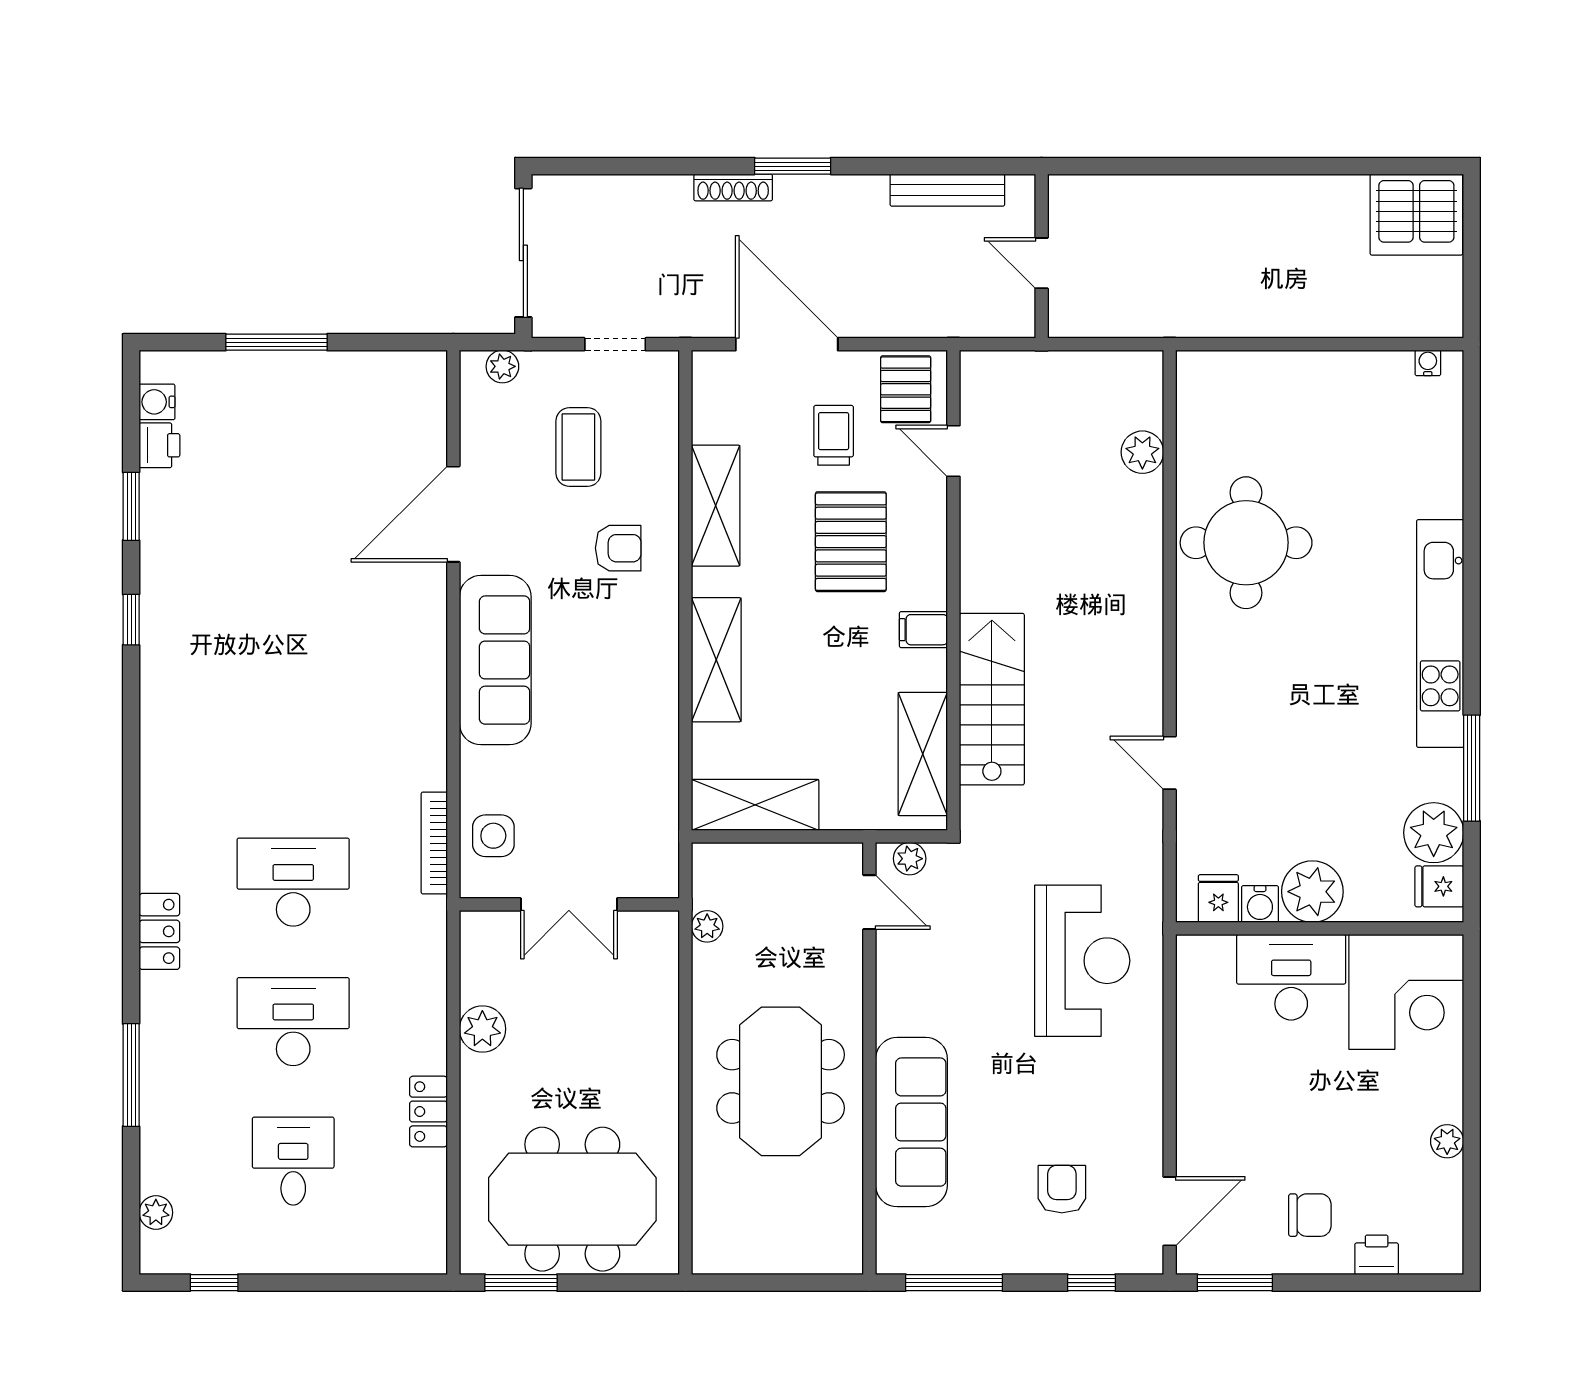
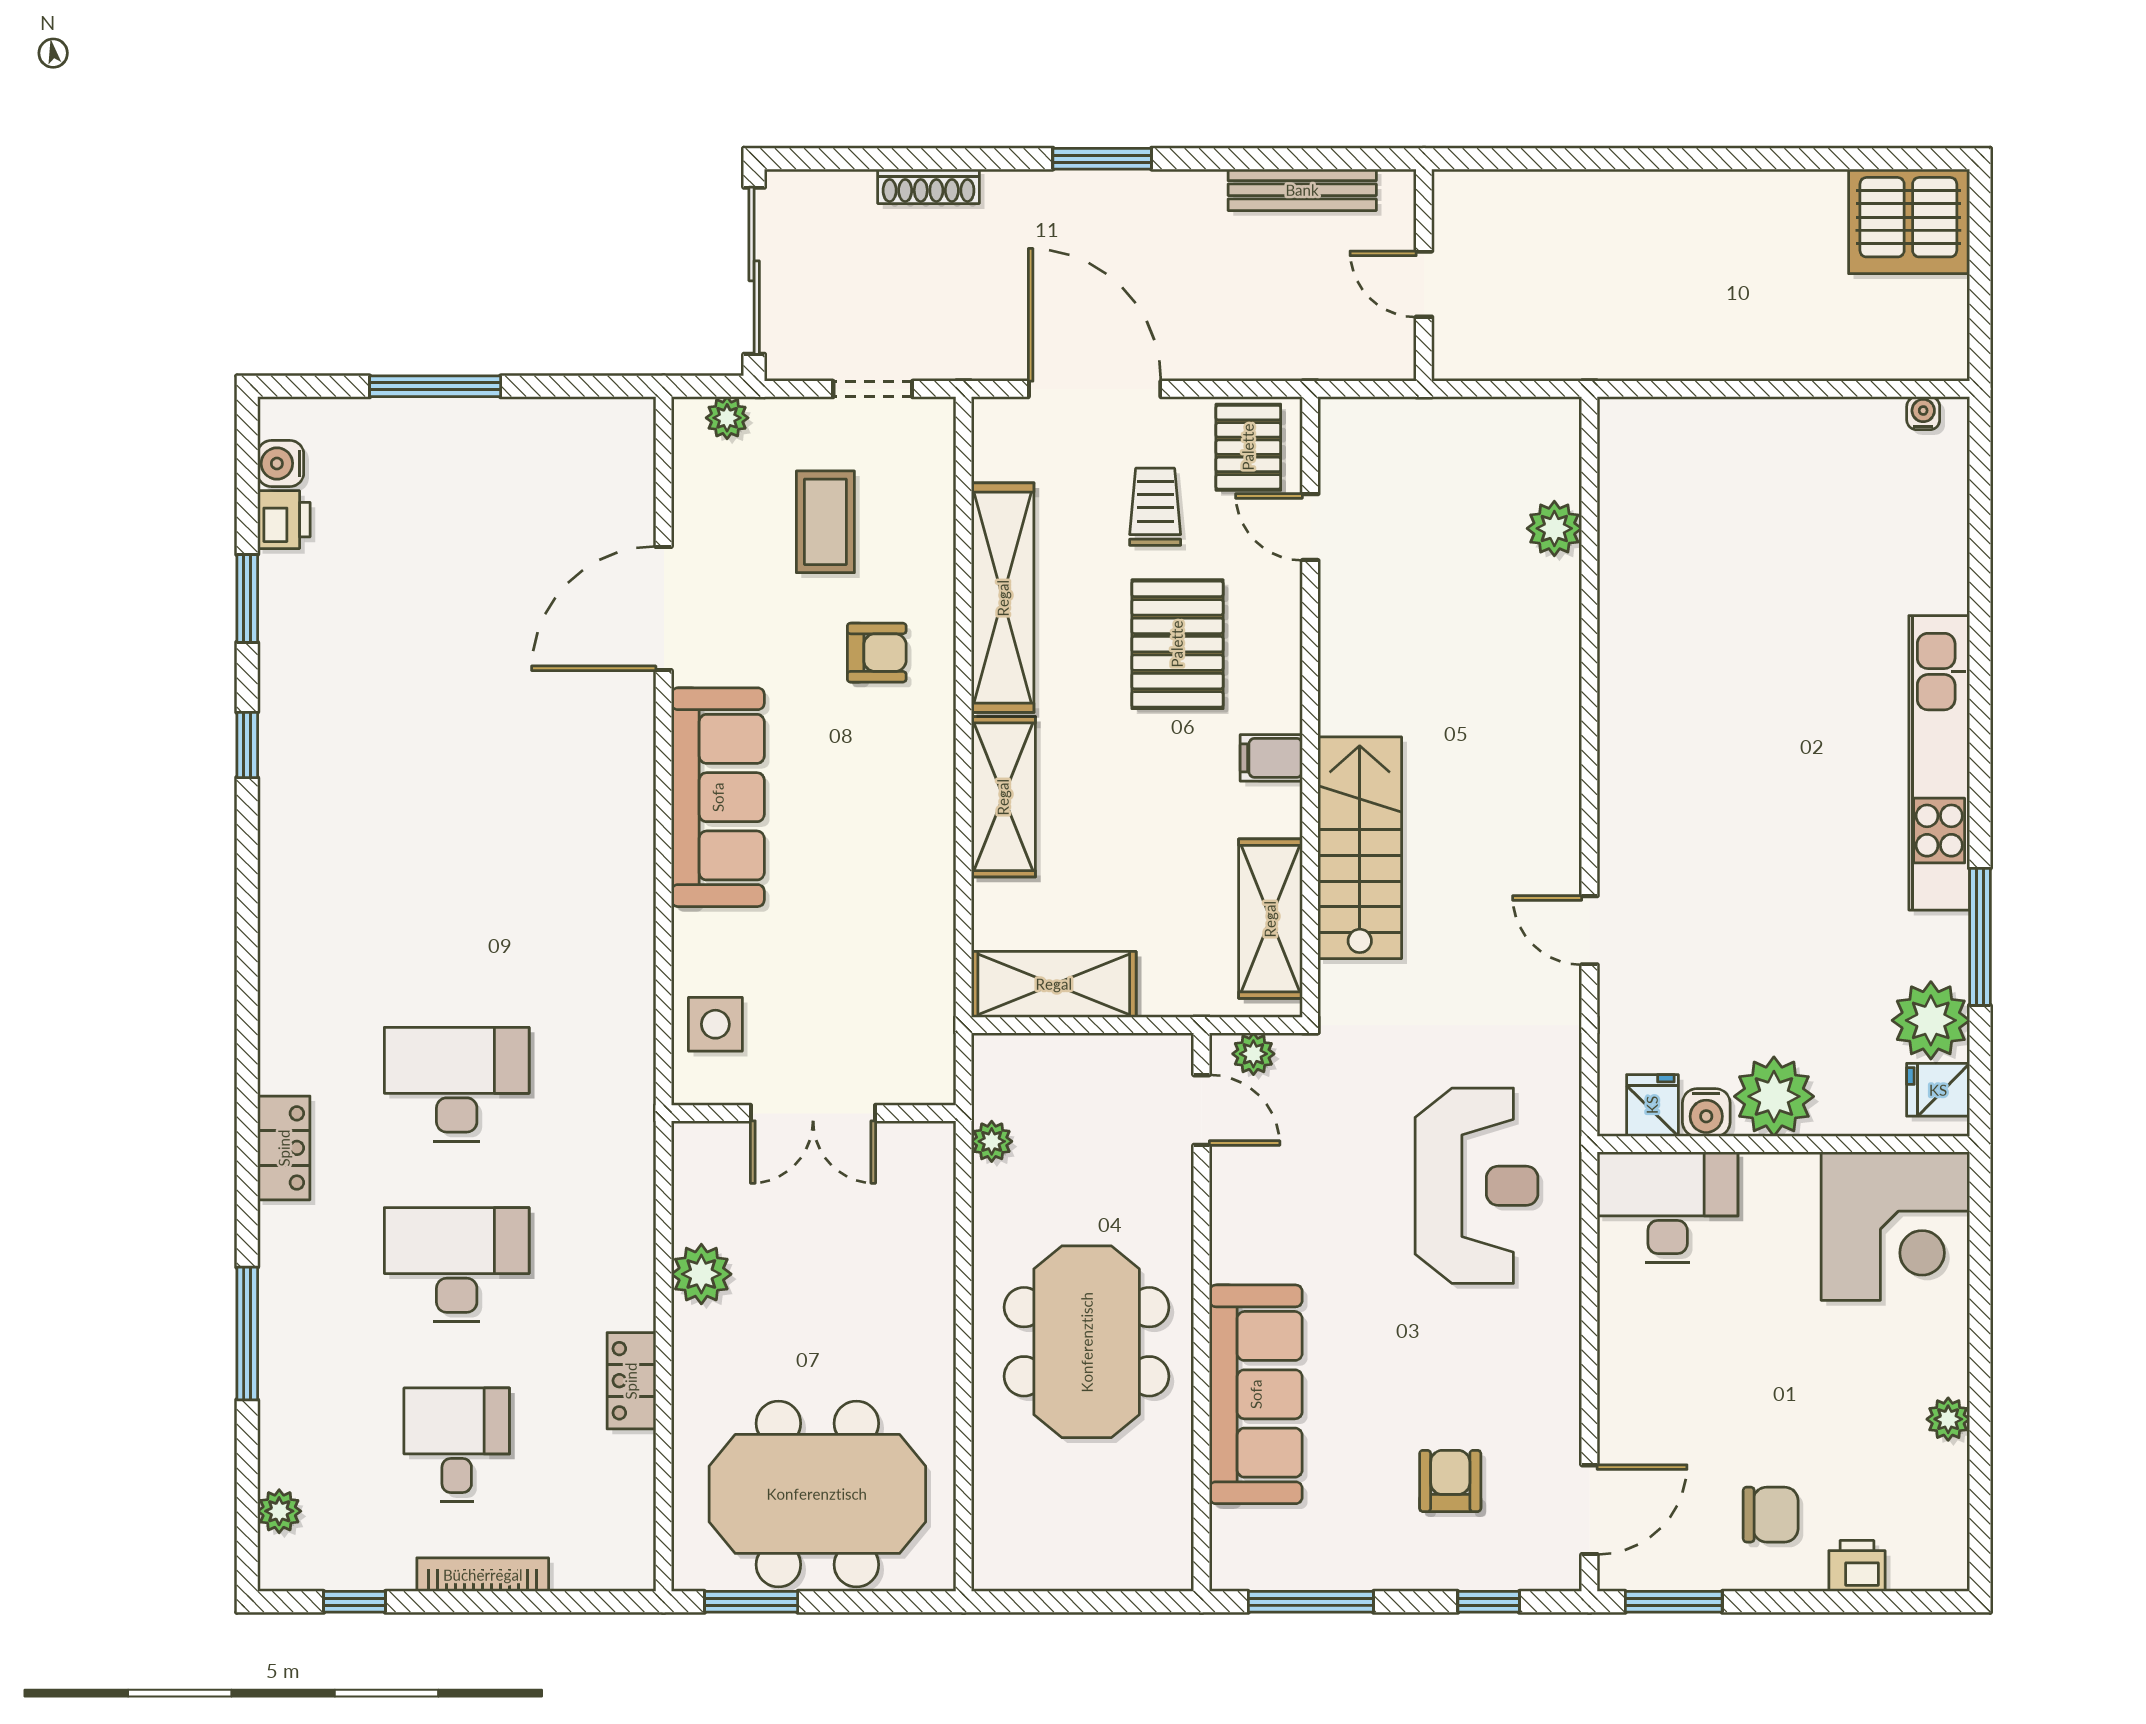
shoe rack: (733, 187) -> (929, 186), moved
shelving: (716, 506) -> (1003, 598), width x1.47
round table: (1246, 543) -> (1688, 646), removed
bookcase: (434, 843) -> (483, 1575), moved, turned 90
desk: (1291, 977) -> (1668, 1207), moved

